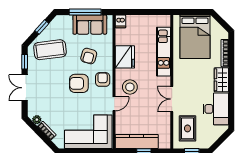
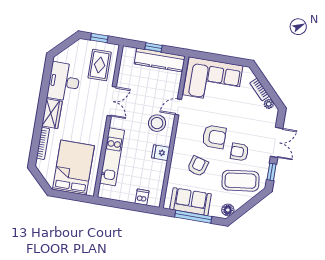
dishwasher: (120, 21) -> (142, 197), moved
floor lamp: (57, 23) -> (228, 210), added
window: (42, 27) -> (245, 208), removed
fridge: (125, 57) -> (161, 153), width x0.53, depth x0.75
armchair: (103, 79) -> (240, 152), moved, turned 90

